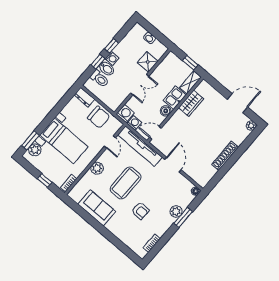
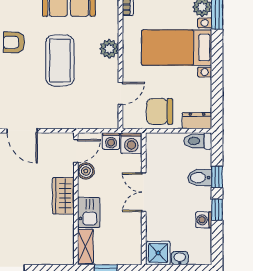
washing machine: (112, 58) -> (204, 220), moved
shower: (148, 62) -> (158, 253), moved
toilet: (100, 79) -> (198, 141), moved
wardrobe: (191, 103) -> (63, 196), moved
boiler: (166, 111) -> (86, 171), moved
door: (110, 142) -> (121, 93), swing flipped
tv unit: (140, 146) -> (81, 119), removed

